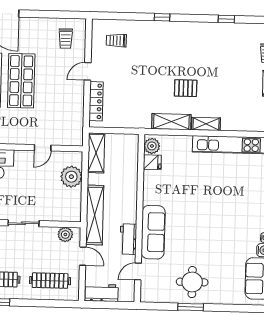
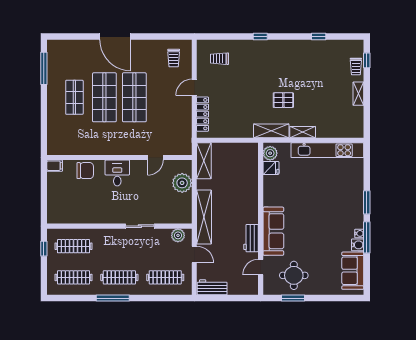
plant: (152, 146) -> (270, 153), moved
fridge: (152, 162) -> (271, 168), moved
wall: (139, 218) -> (261, 219), moved
sofa: (153, 232) -> (273, 231), moved
workbench: (128, 239) -> (251, 238), moved
door: (138, 272) -> (261, 267), moved

